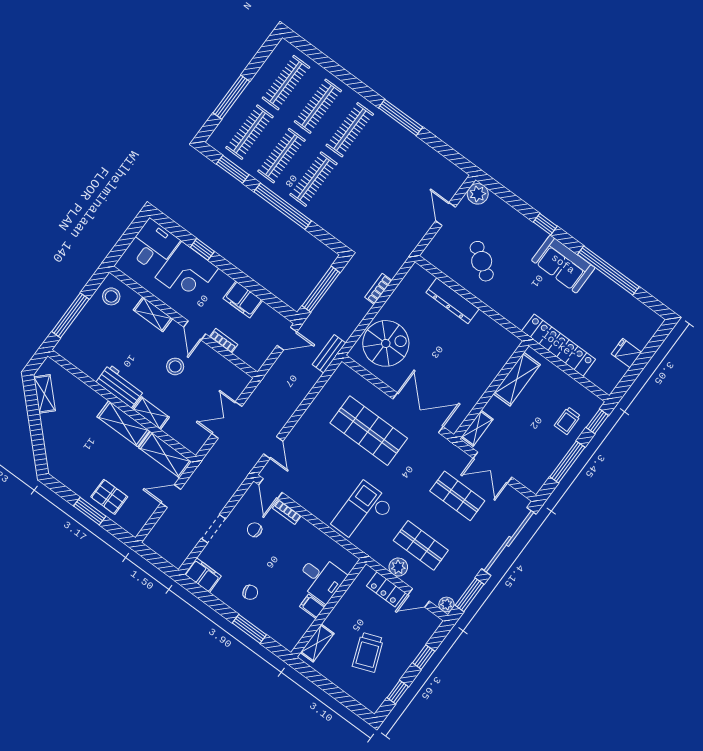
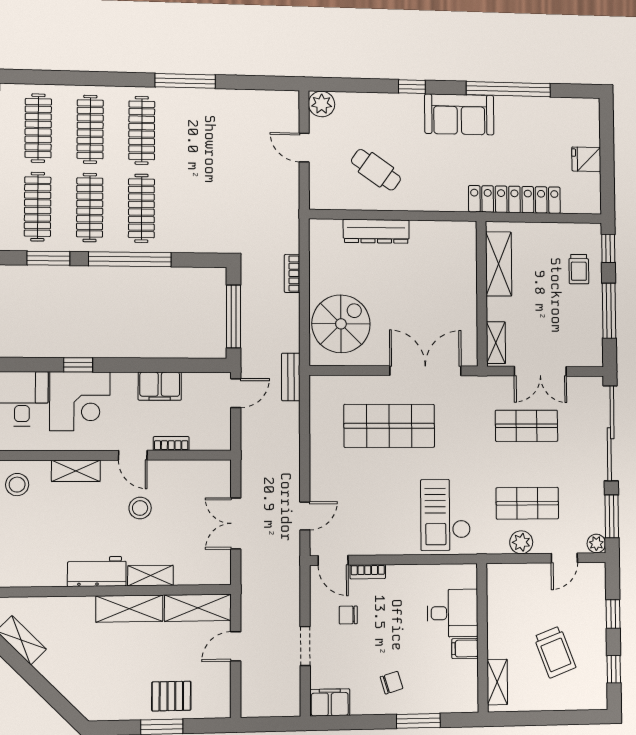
door: (273, 448) -> (305, 516), hinge flipped
locker: (386, 589) -> (526, 574), removed

